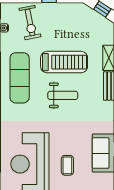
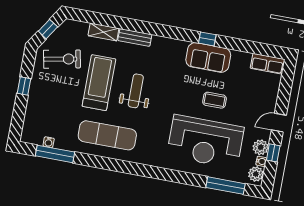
exercise bike: (30, 23) -> (62, 59), moved

